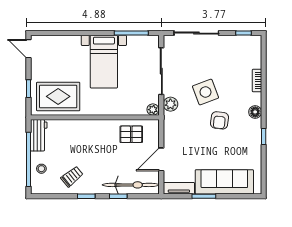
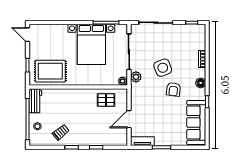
bed with nightstands: (104, 62) -> (91, 44), width x1.36
sofa: (224, 182) -> (196, 123), moved, turned -90
bicycle: (131, 185) -> (106, 139), removed

